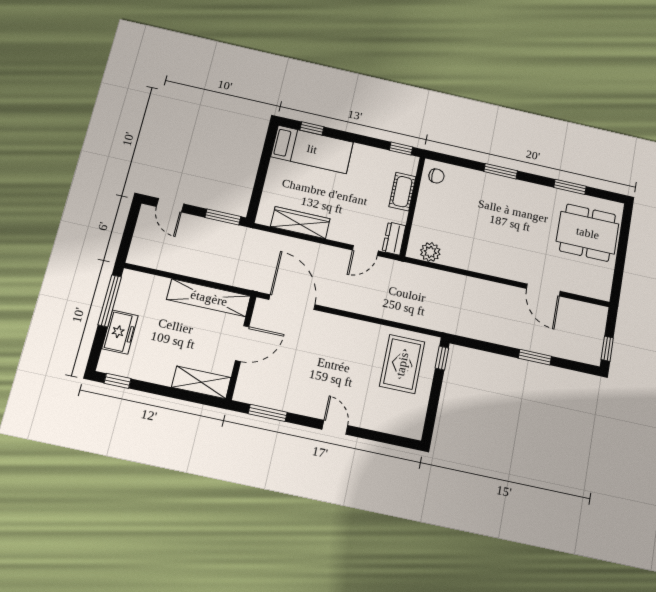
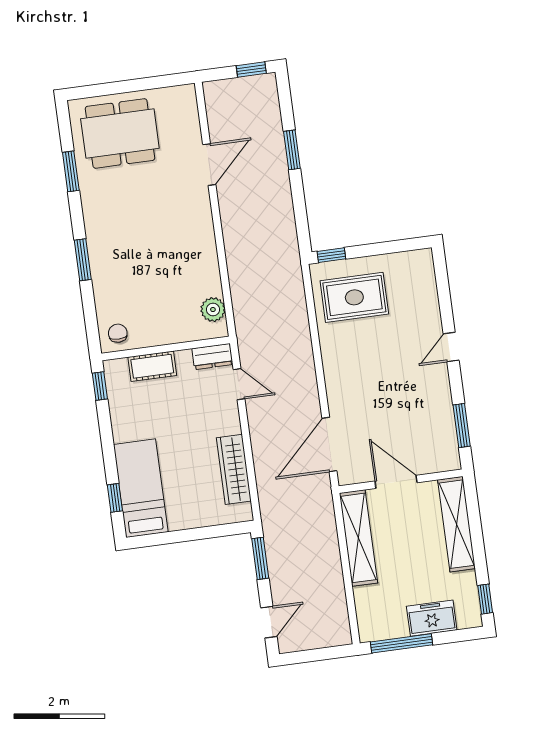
dining table: (588, 233) -> (120, 133), turned 90
shelving: (201, 382) -> (456, 524), width x1.47

